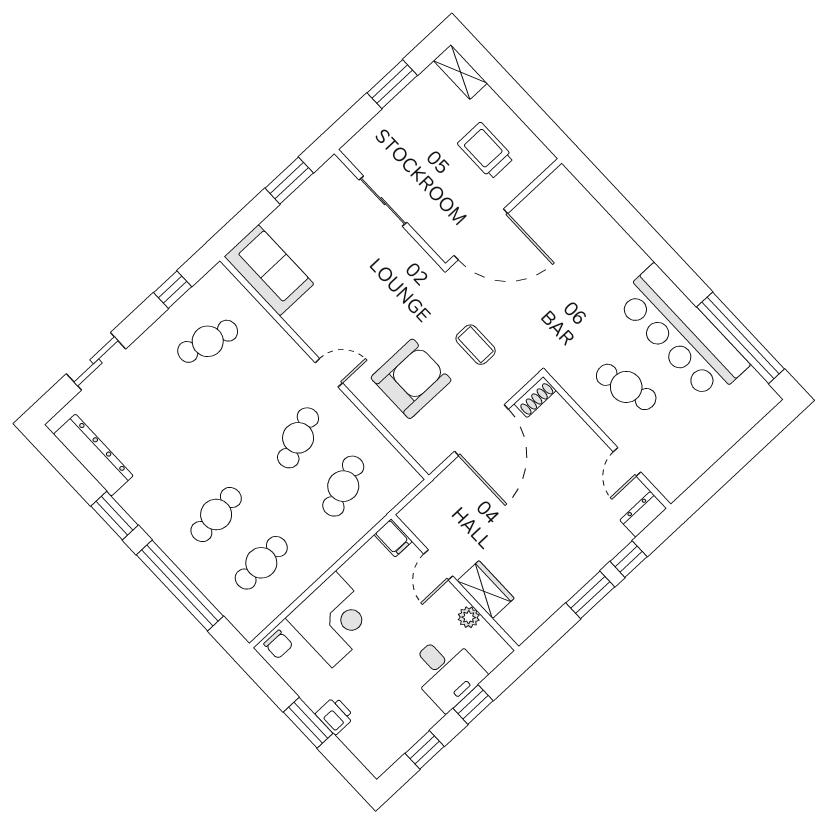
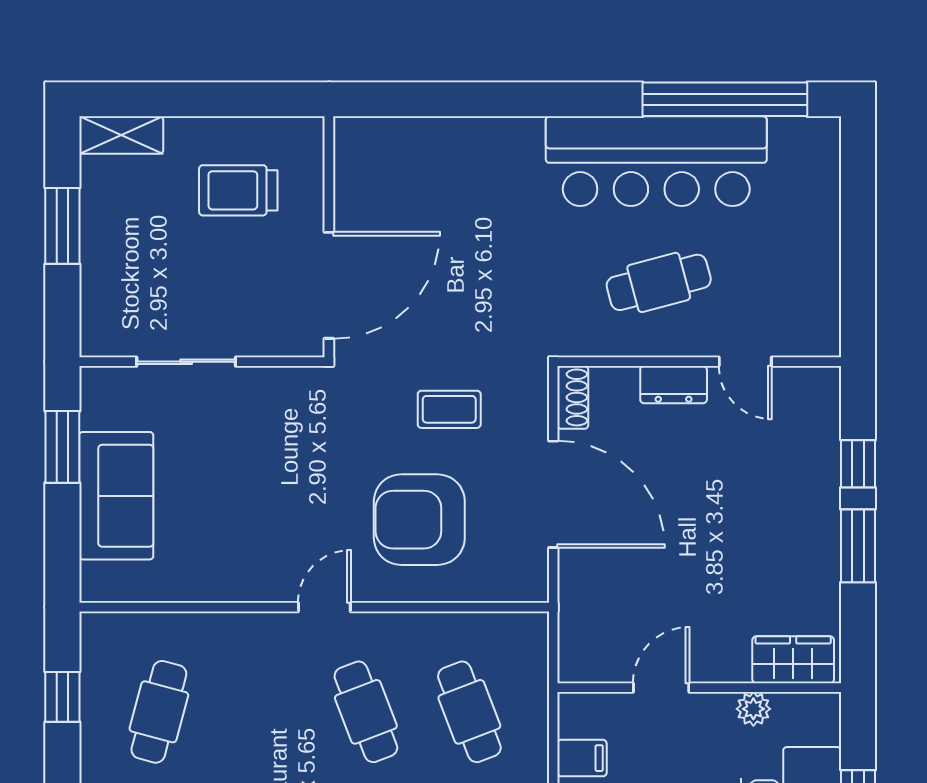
sofa: (269, 270) -> (116, 496), moved, turned 90
armchair: (411, 379) -> (419, 520), turned -90
dresser: (643, 514) -> (674, 385), moved, turned -90
filing cabinet: (393, 538) -> (582, 758), moved
door: (438, 565) -> (661, 688), swing flipped
wardrobe: (486, 590) -> (793, 660), moved

